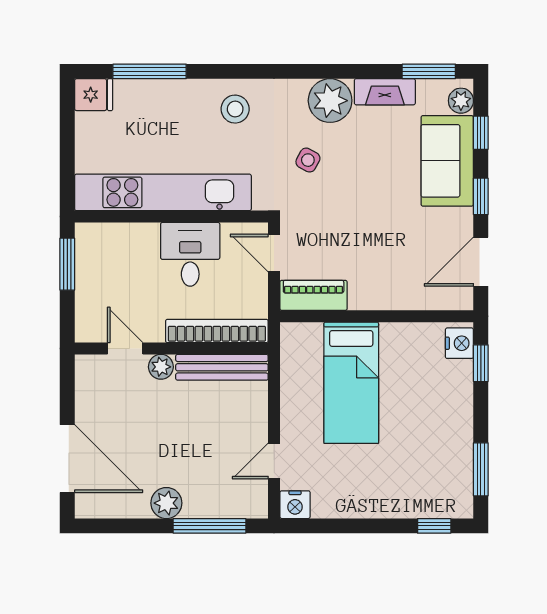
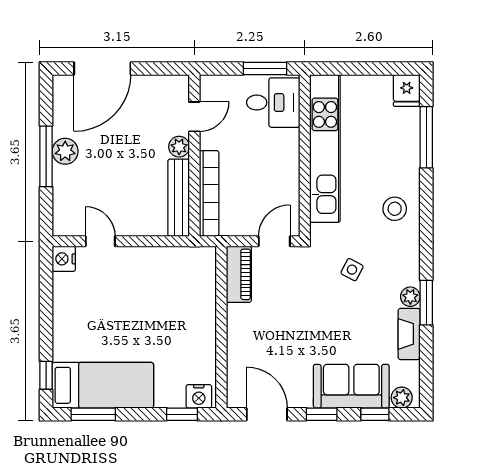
window: (429, 71) -> (426, 303), moved
plant: (330, 101) -> (410, 297), width x0.53, depth x0.53
desk: (190, 254) -> (273, 103), moved
bed: (351, 383) -> (103, 385), moved, turned 180
window: (210, 526) -> (46, 156), moved

